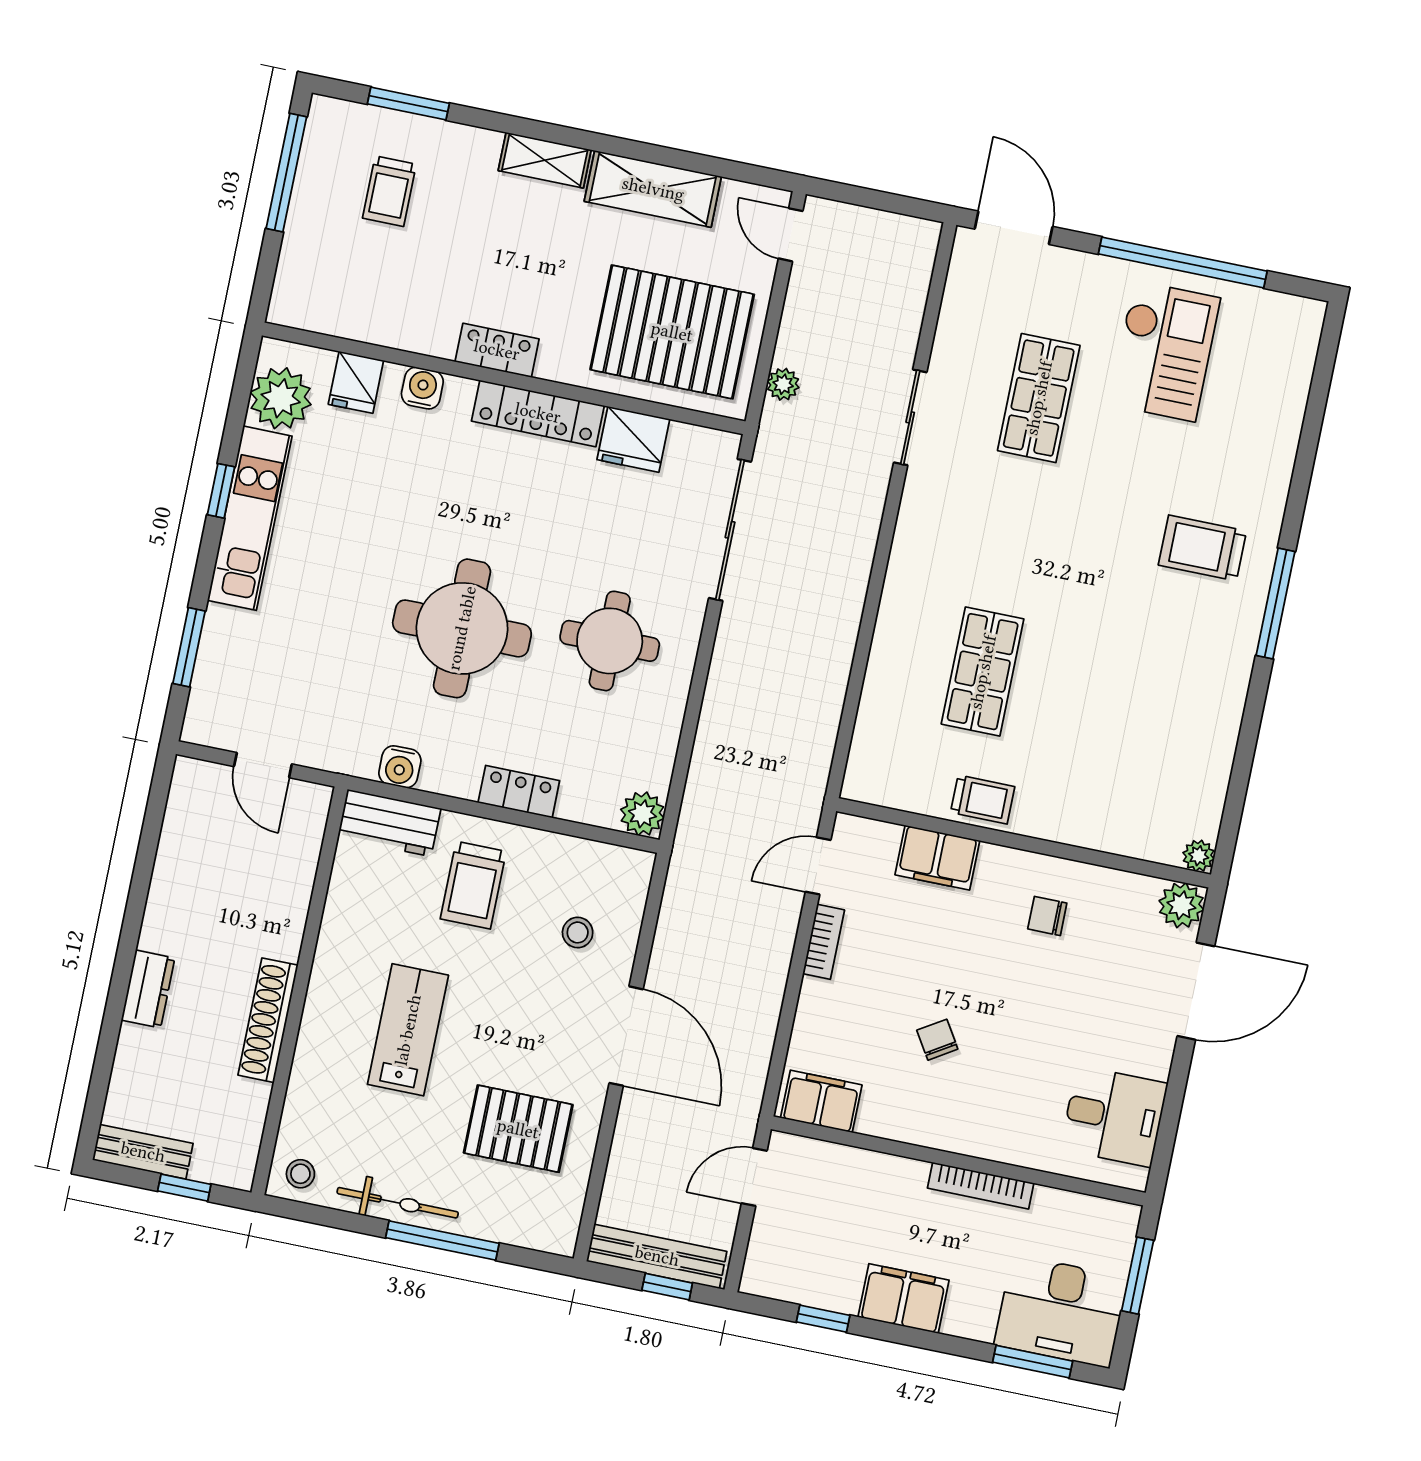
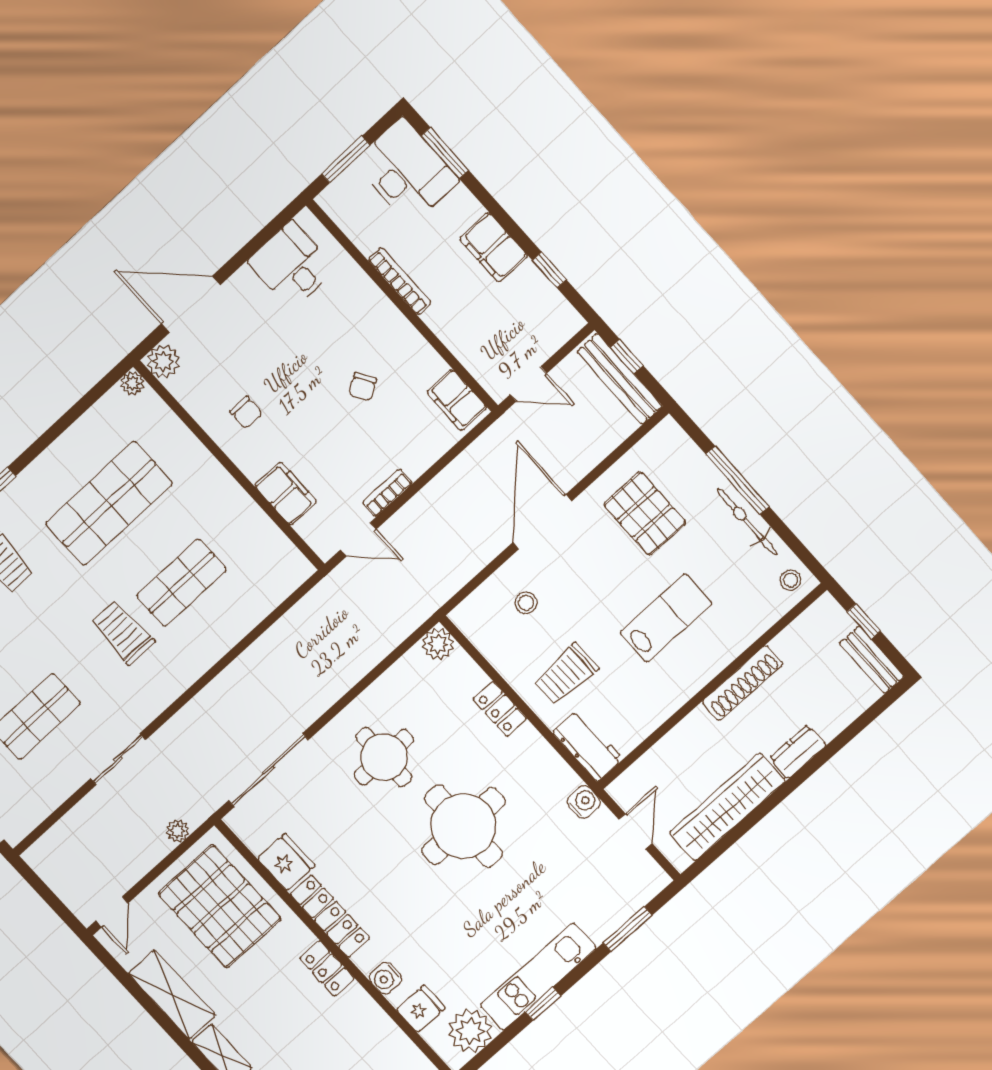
shop shelf: (1129, 702) -> (109, 503), added
water cooler: (400, 767) -> (584, 802), moved
trolley: (983, 800) -> (123, 632), moved, width x1.36, depth x1.39
wardrobe: (180, 869) -> (727, 807), added
trolley: (473, 885) -> (566, 674), turned 180
lab bench: (408, 1030) -> (666, 618), turned 180

